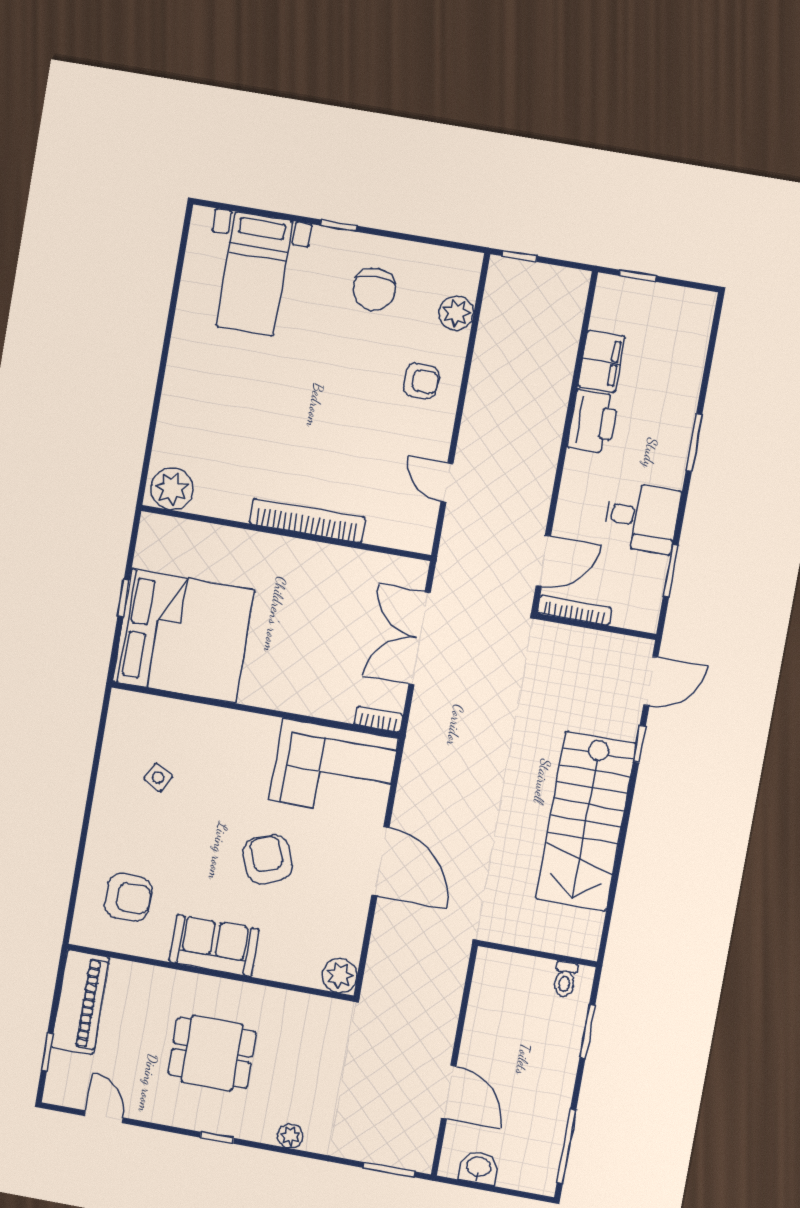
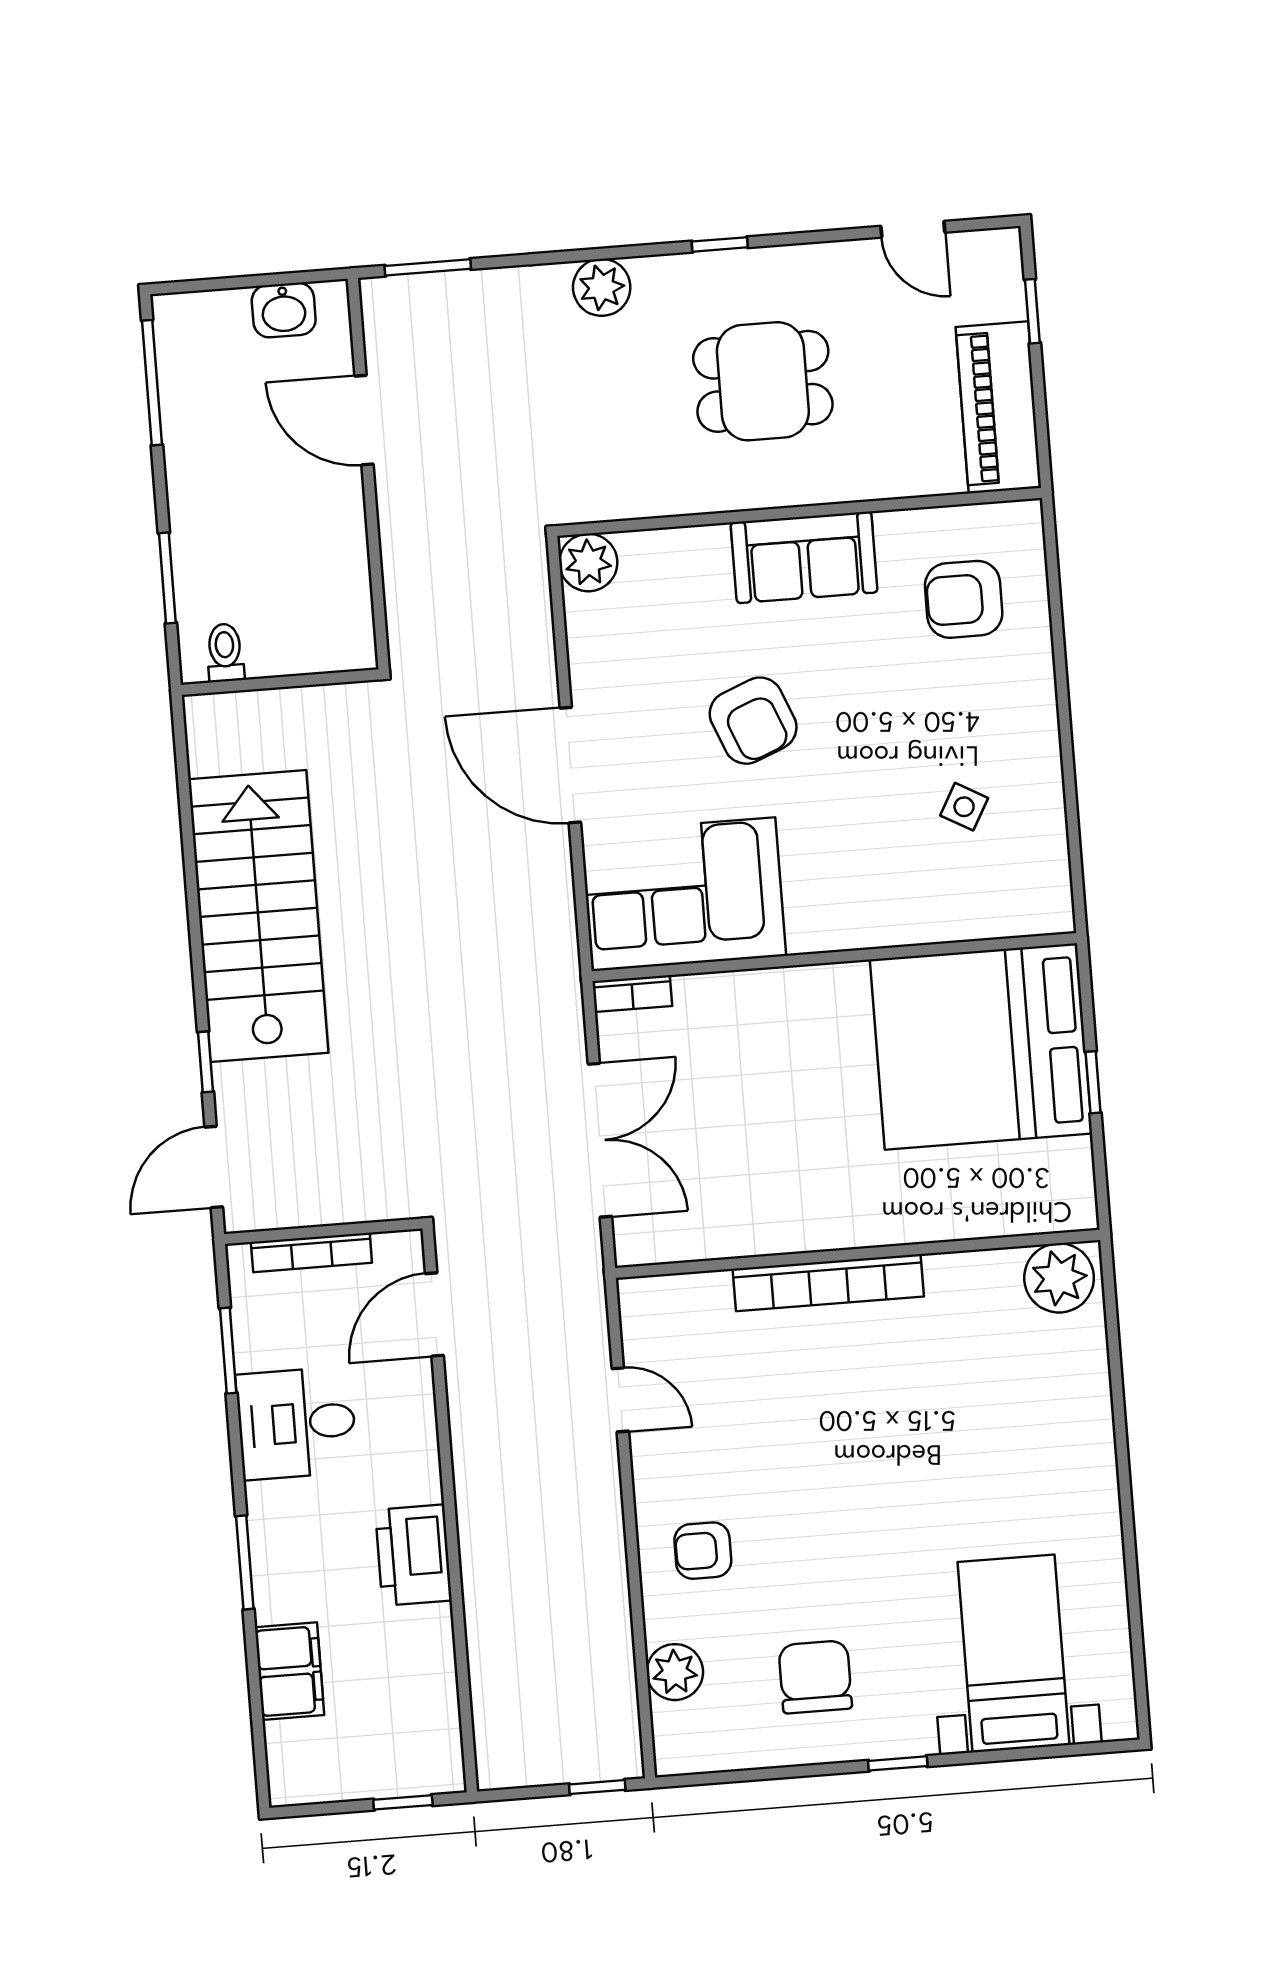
filing cabinet: (601, 361) -> (290, 1671), moved, turned 180
bookcase: (574, 610) -> (311, 1252), moved
plant: (290, 1136) -> (602, 287), width x1.38, depth x1.38

